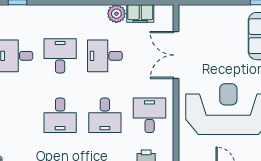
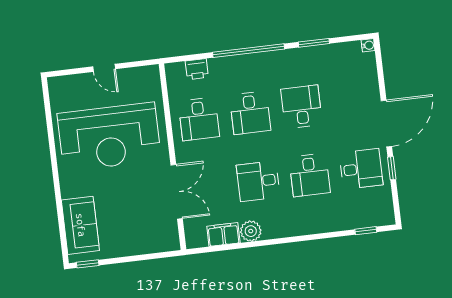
desk: (105, 56) -> (258, 181), turned 180
desk: (105, 115) -> (250, 113), turned 180

